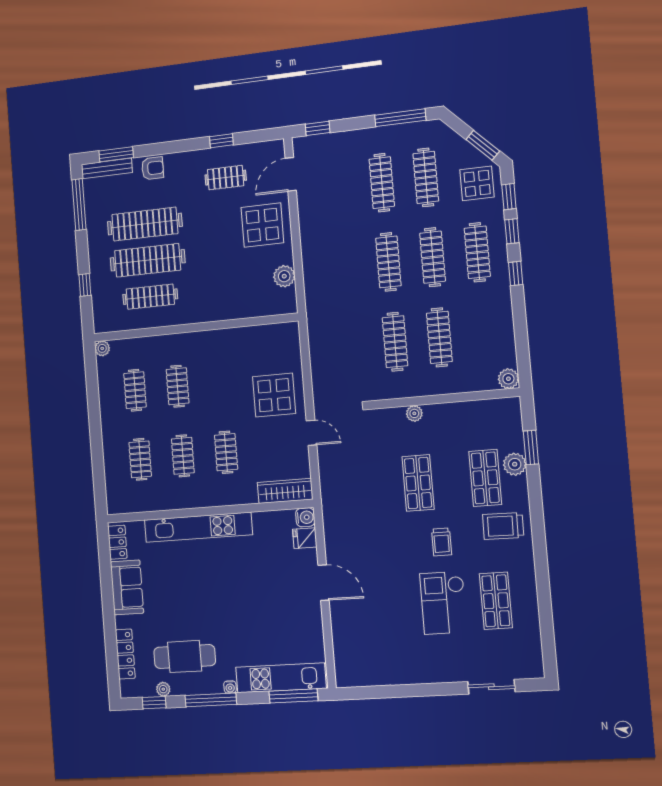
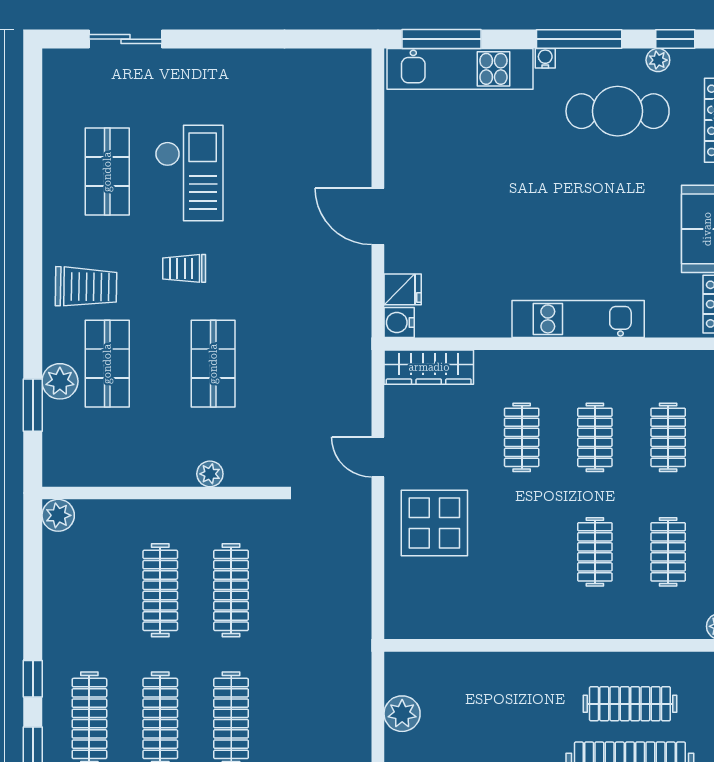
kitchen unit: (198, 527) -> (578, 319), width x0.73
trolley: (442, 542) -> (184, 268), turned -90

